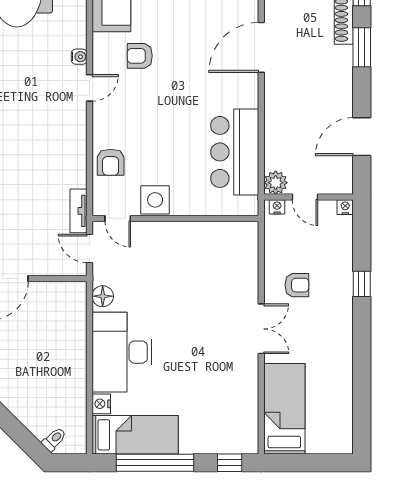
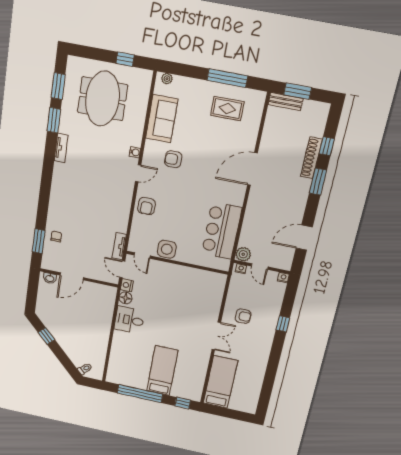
armchair: (111, 162) -> (147, 206), moved
desk: (122, 352) -> (129, 320), width x0.53, depth x0.77
nightstand: (101, 404) -> (127, 285), moved
bed: (135, 435) -> (162, 371), moved, turned -90

